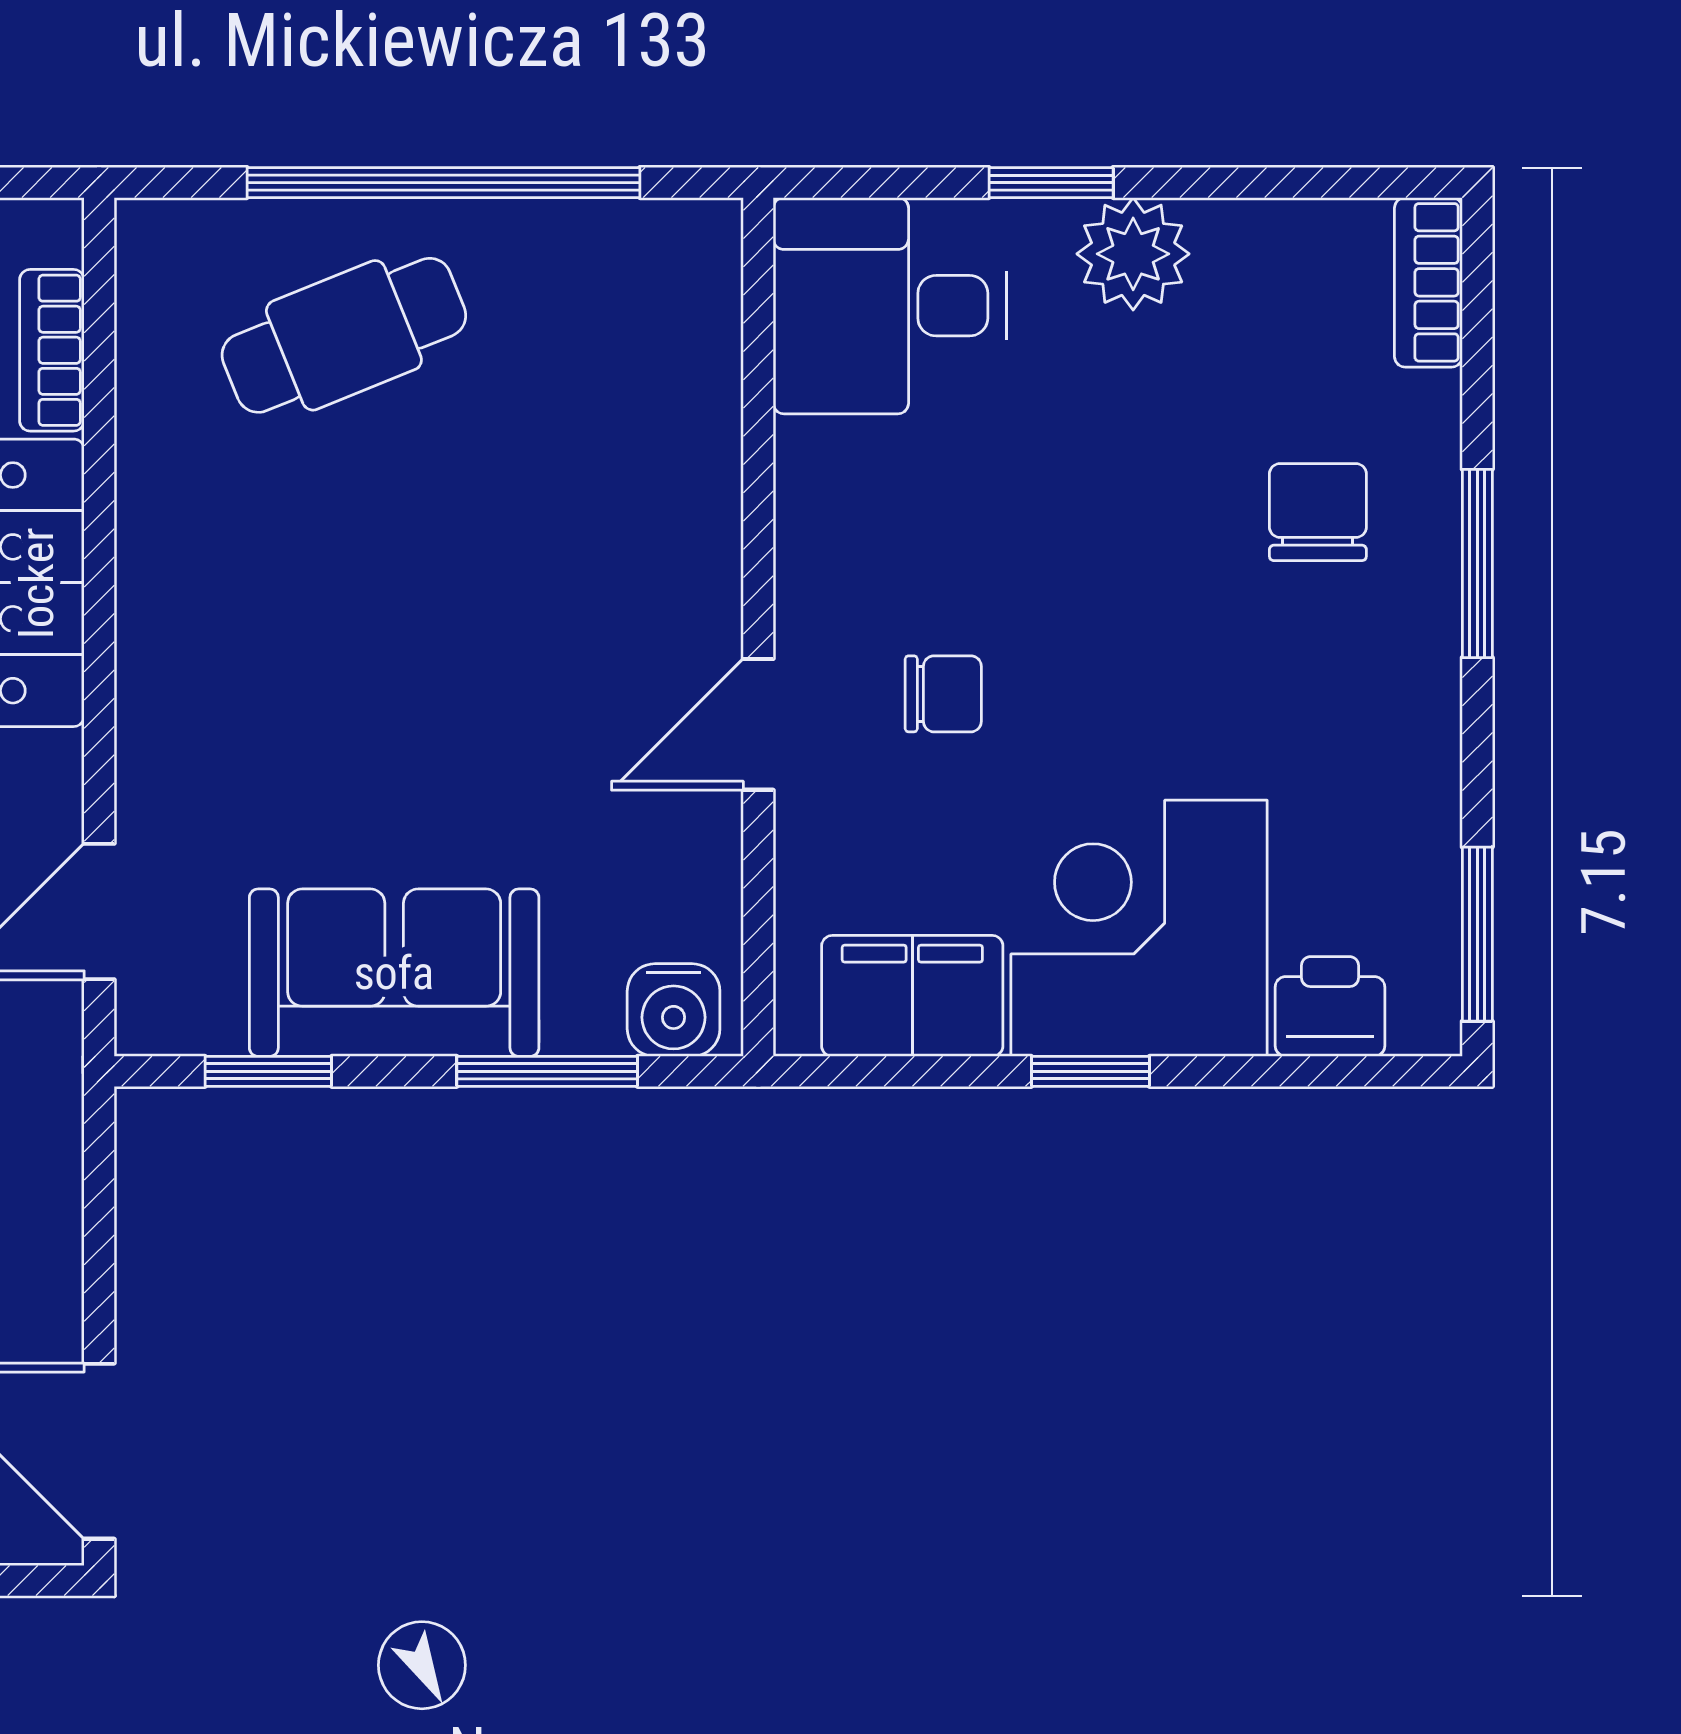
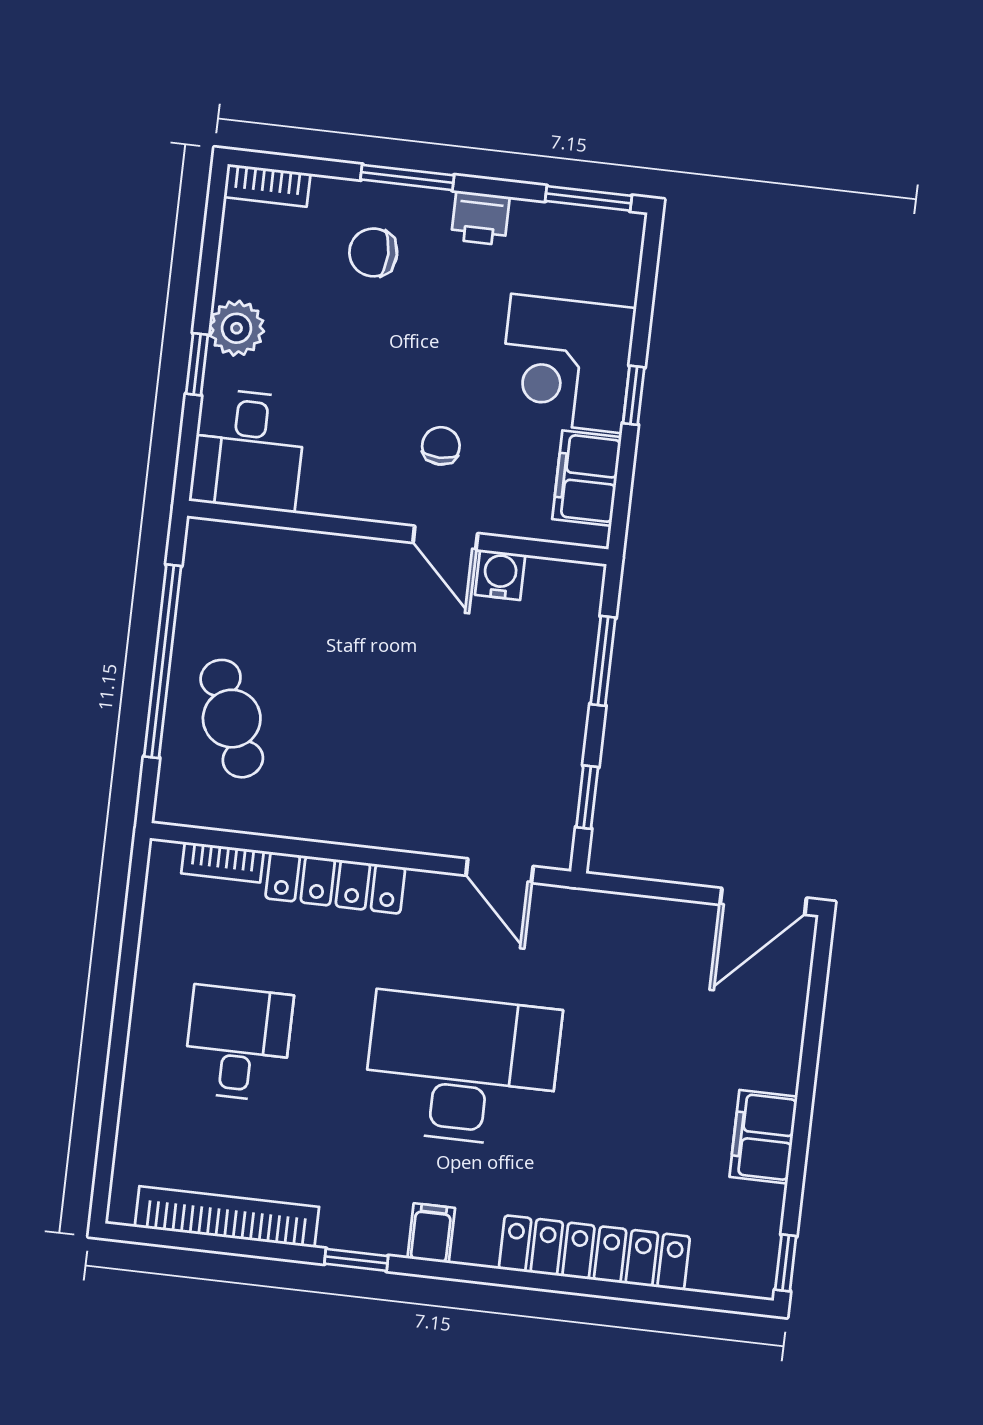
sofa: (394, 973) -> (546, 730), removed
printer: (1330, 1006) -> (480, 218), moved, turned -90
water cooler: (674, 1010) -> (500, 575), moved, turned -90

